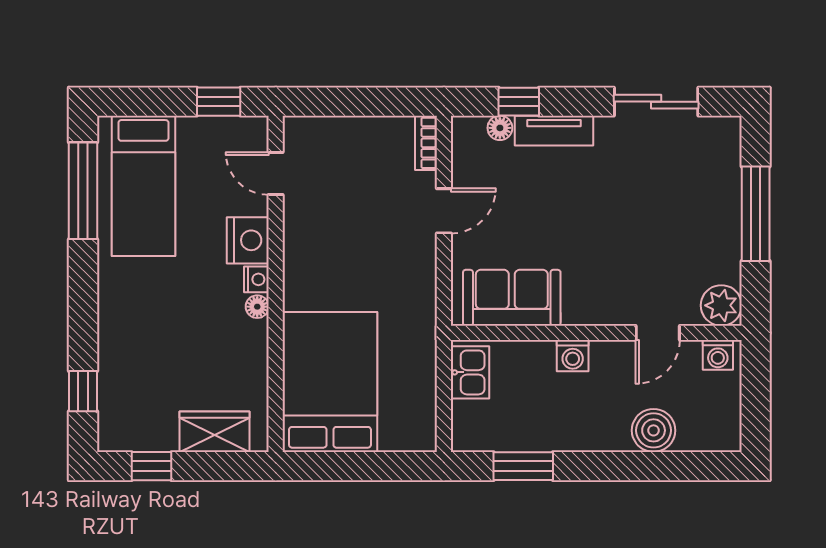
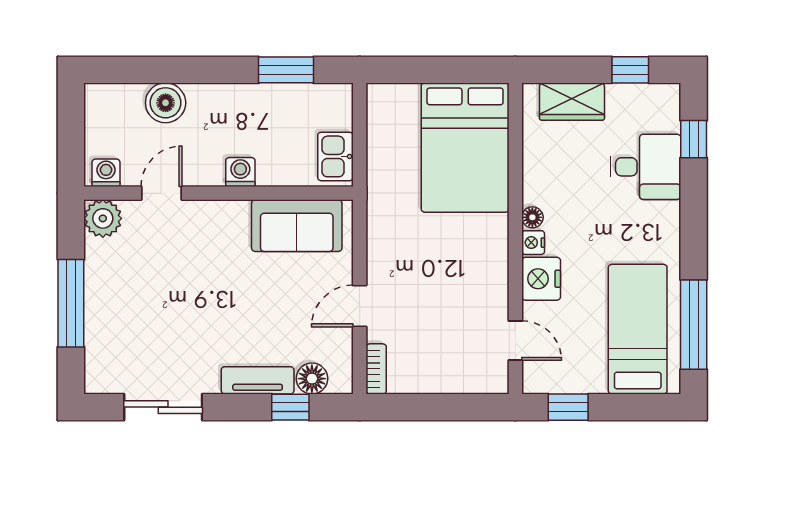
floor lamp: (500, 128) -> (312, 379), width x1.37, depth x1.37
desk: (135, 361) -> (645, 167), added

